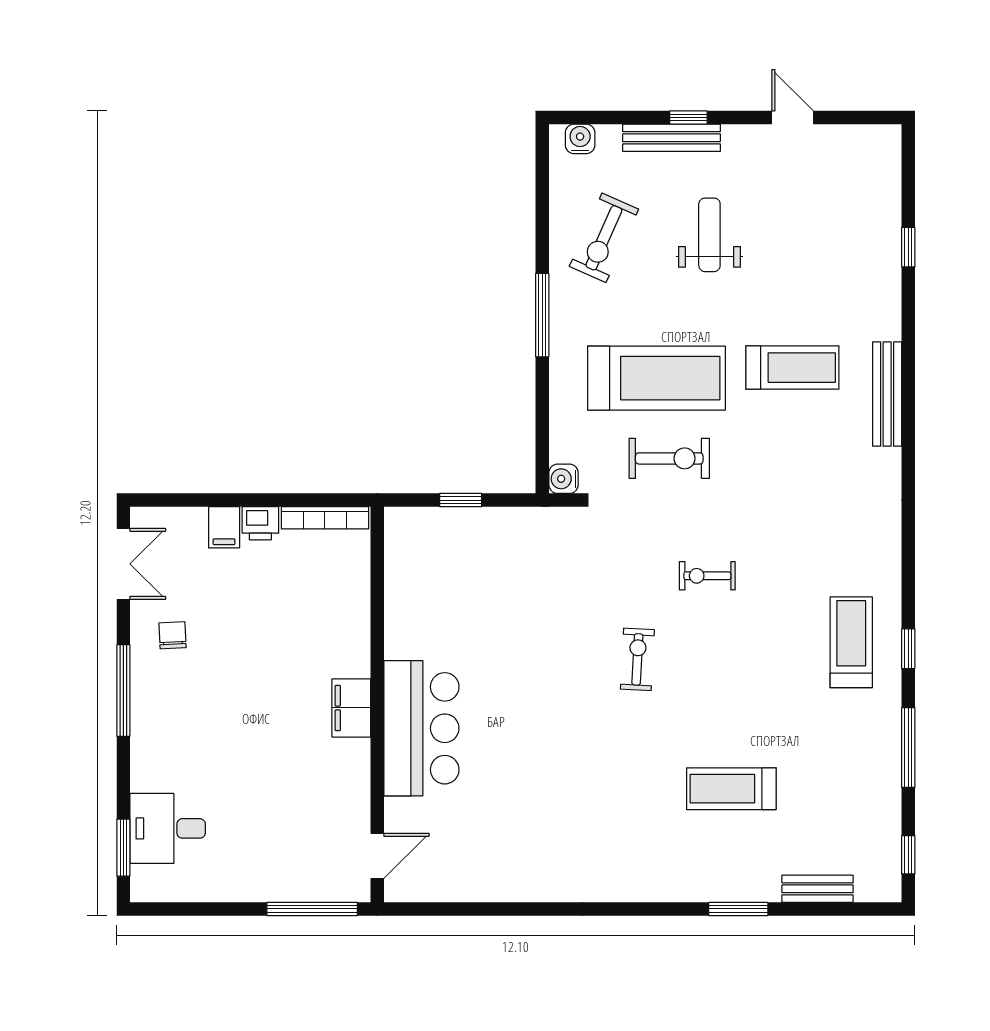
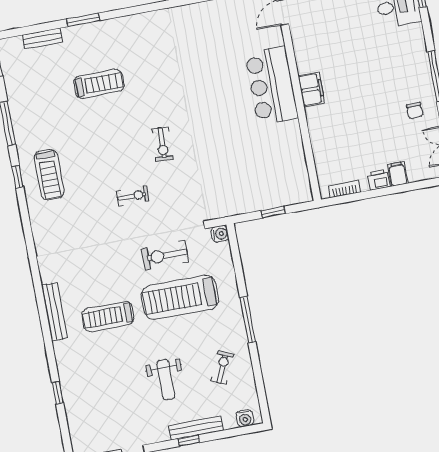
exercise bike: (604, 238) -> (222, 368), width x0.73, depth x0.72
bookcase: (325, 518) -> (344, 189), width x0.64

